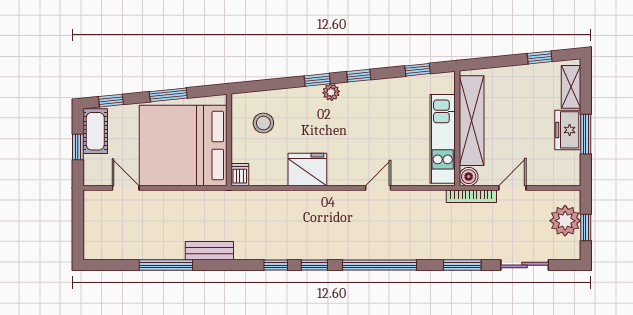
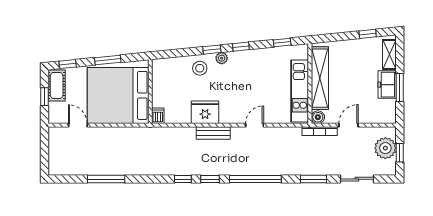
stool: (263, 123) -> (200, 68), moved
bench: (209, 251) -> (213, 133), moved

